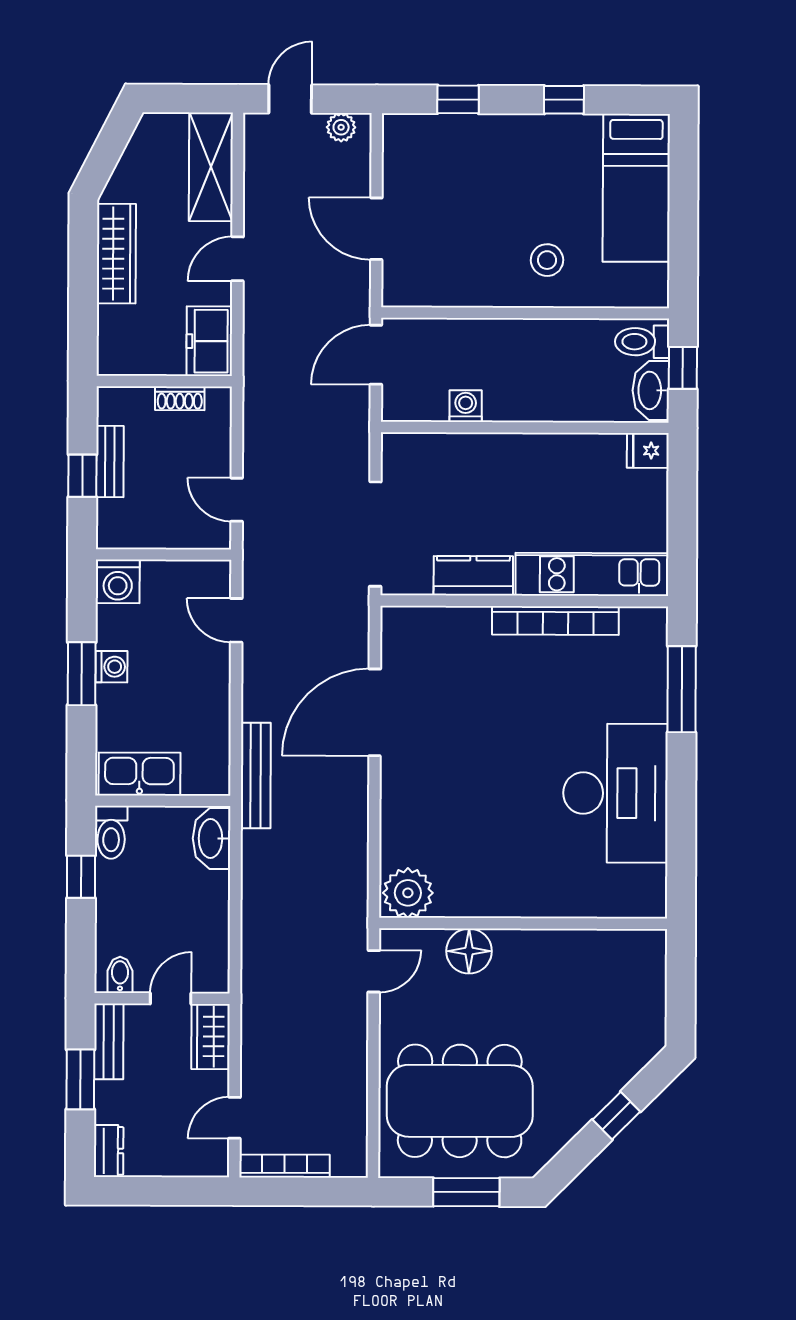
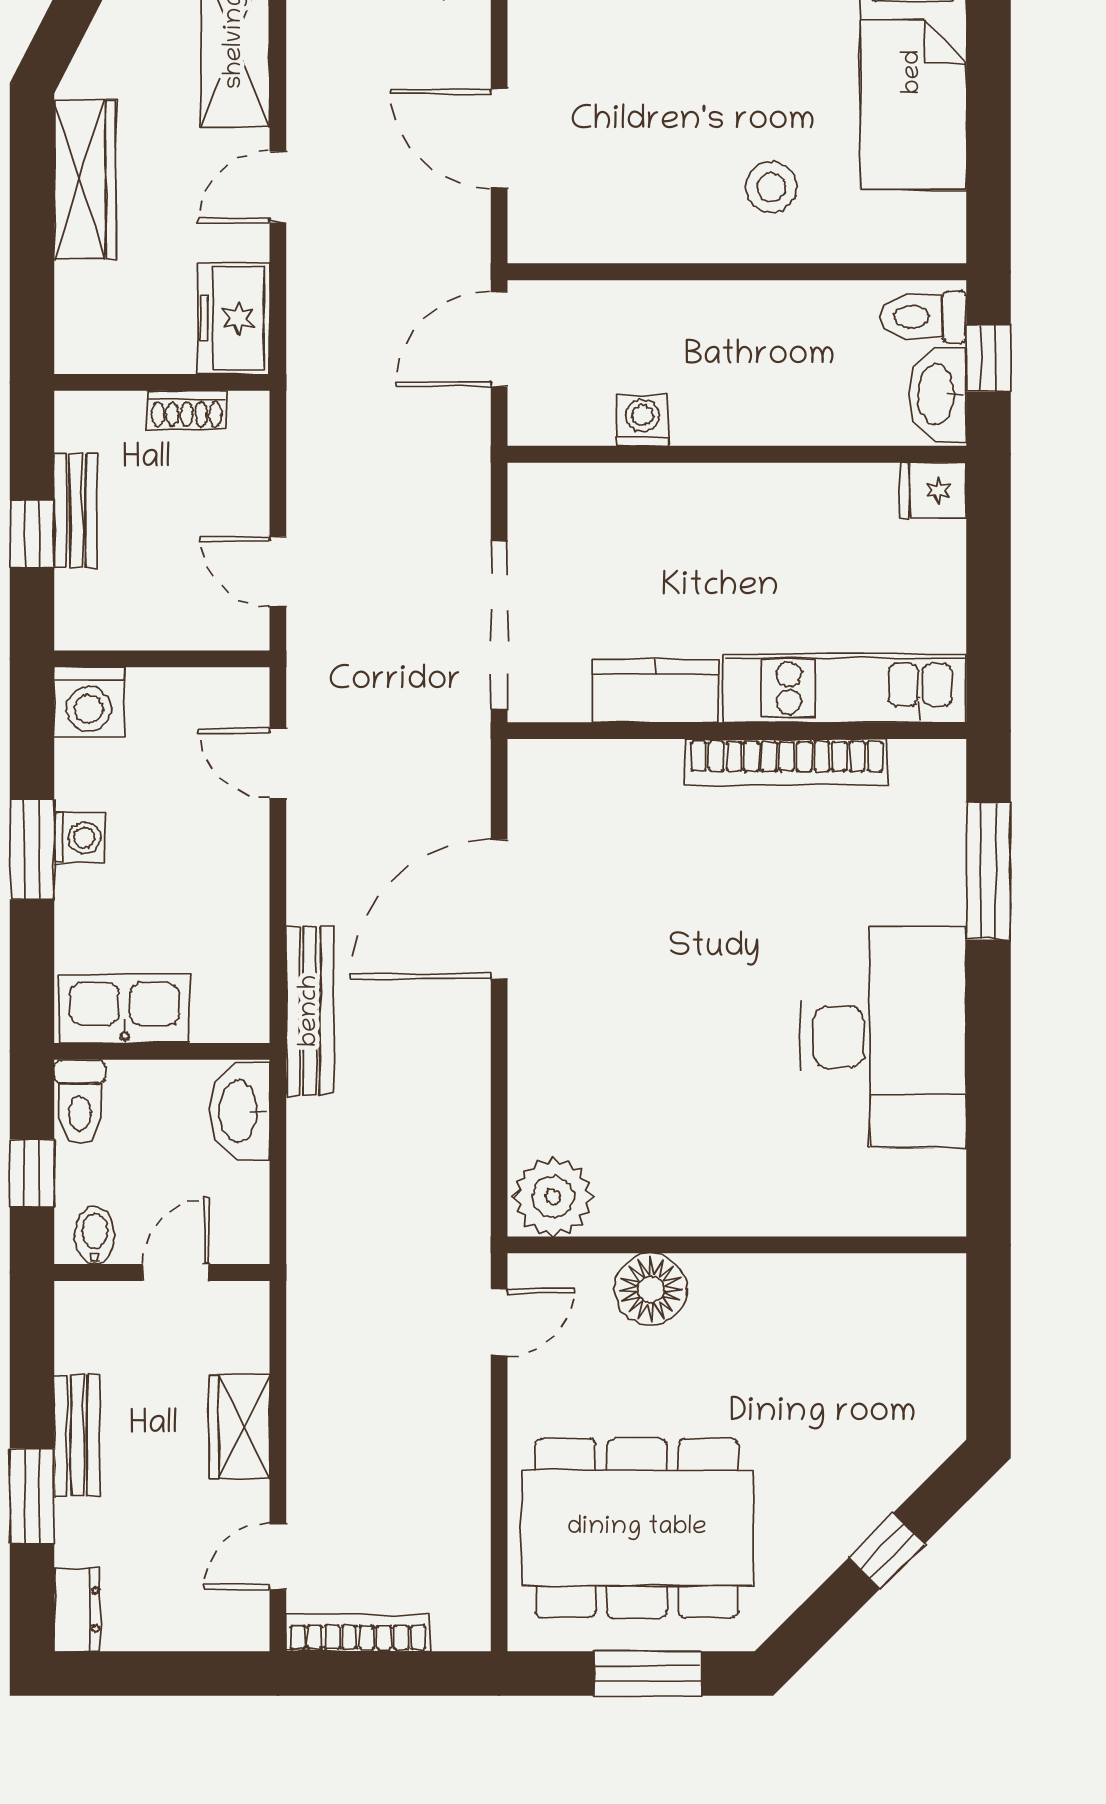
bidet: (120, 975) -> (95, 1235), moved
wall: (162, 998) -> (162, 1273), moved
door: (171, 999) -> (176, 1273), moved

